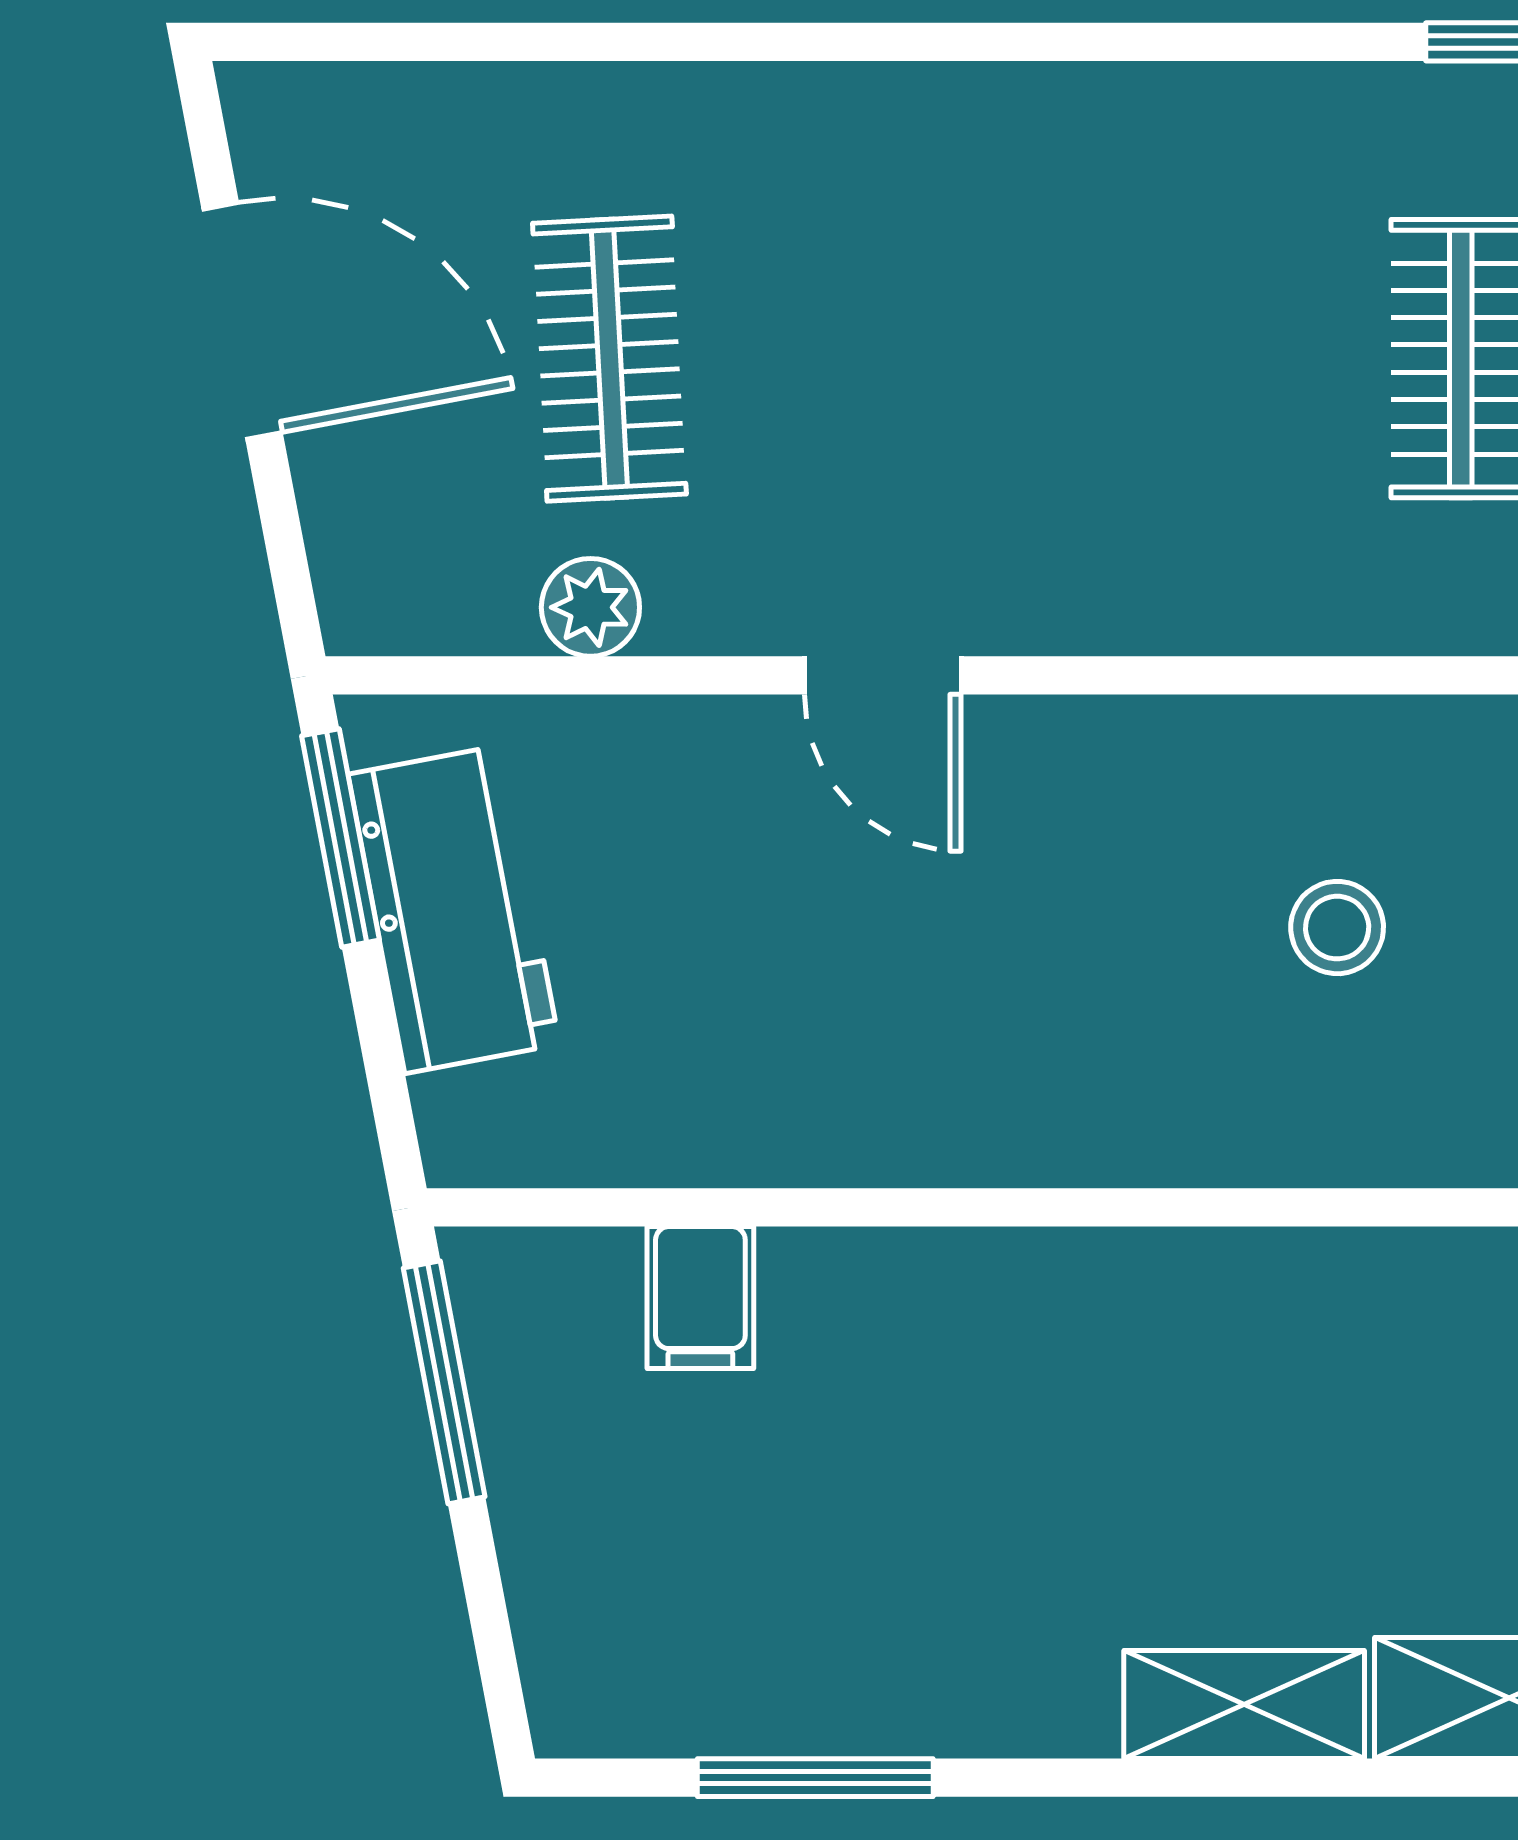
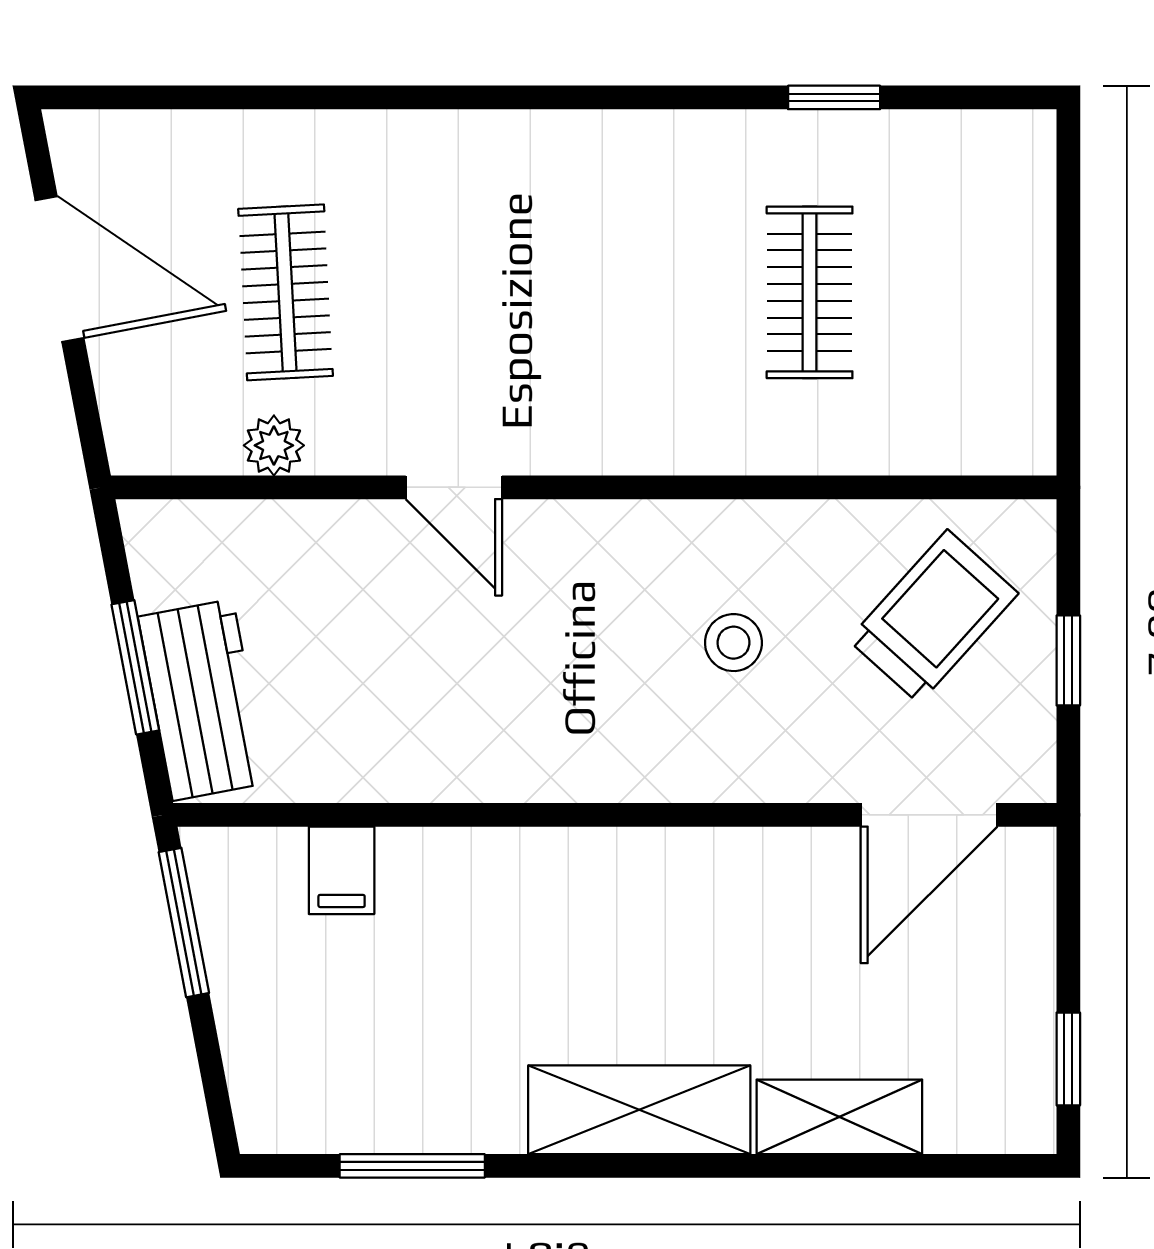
window: (341, 838) -> (135, 667), moved
workbench: (454, 909) -> (203, 700), moved
shelving: (1244, 1704) -> (639, 1110), width x1.50, depth x1.33

